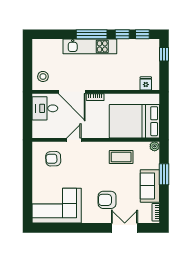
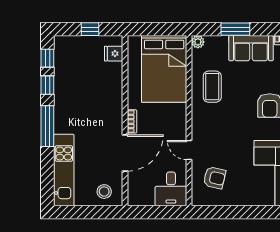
kitchen unit: (90, 46) -> (64, 170), moved
window: (164, 54) -> (90, 29), moved
desk: (45, 108) -> (171, 189), moved
armchair: (53, 159) -> (214, 178), turned -75

